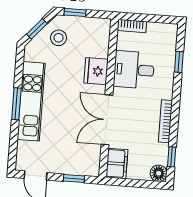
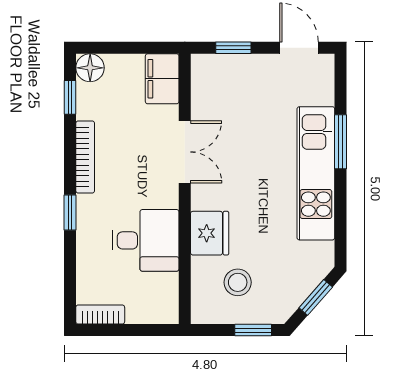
bookcase: (132, 26) -> (100, 315), moved
stool: (59, 38) -> (238, 282), moved
window: (179, 62) -> (70, 212), moved
window: (16, 104) -> (341, 142), moved
double door: (107, 120) -> (185, 152), width x0.73

